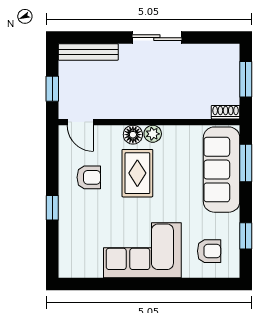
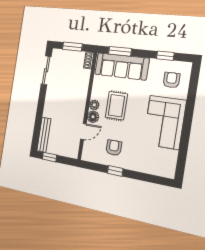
sliding door: (157, 38) -> (46, 70), moved
window: (52, 89) -> (49, 157), moved
door: (80, 122) -> (83, 131), moved
rug: (137, 173) -> (116, 106), moved, turned 90
window: (52, 208) -> (115, 171), moved

